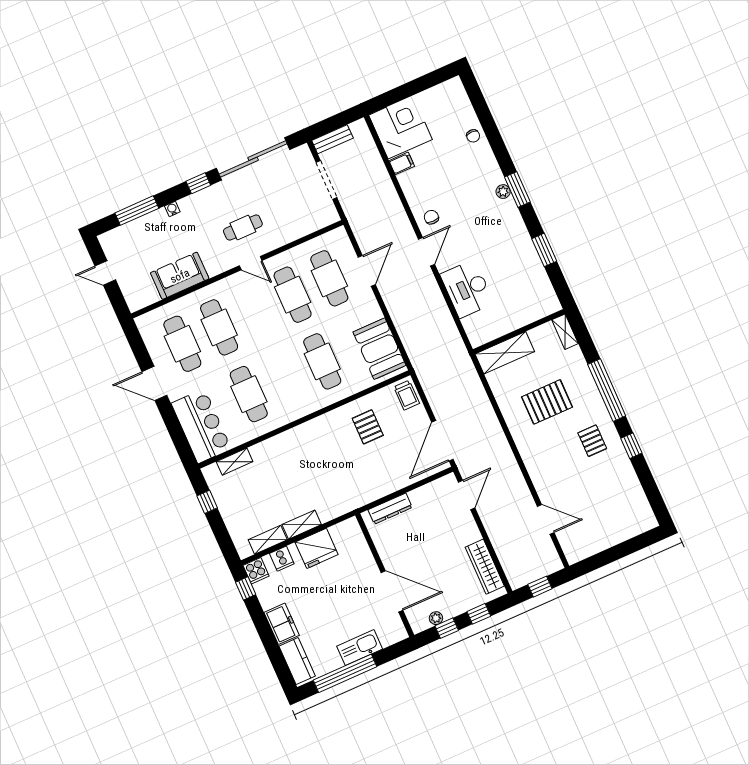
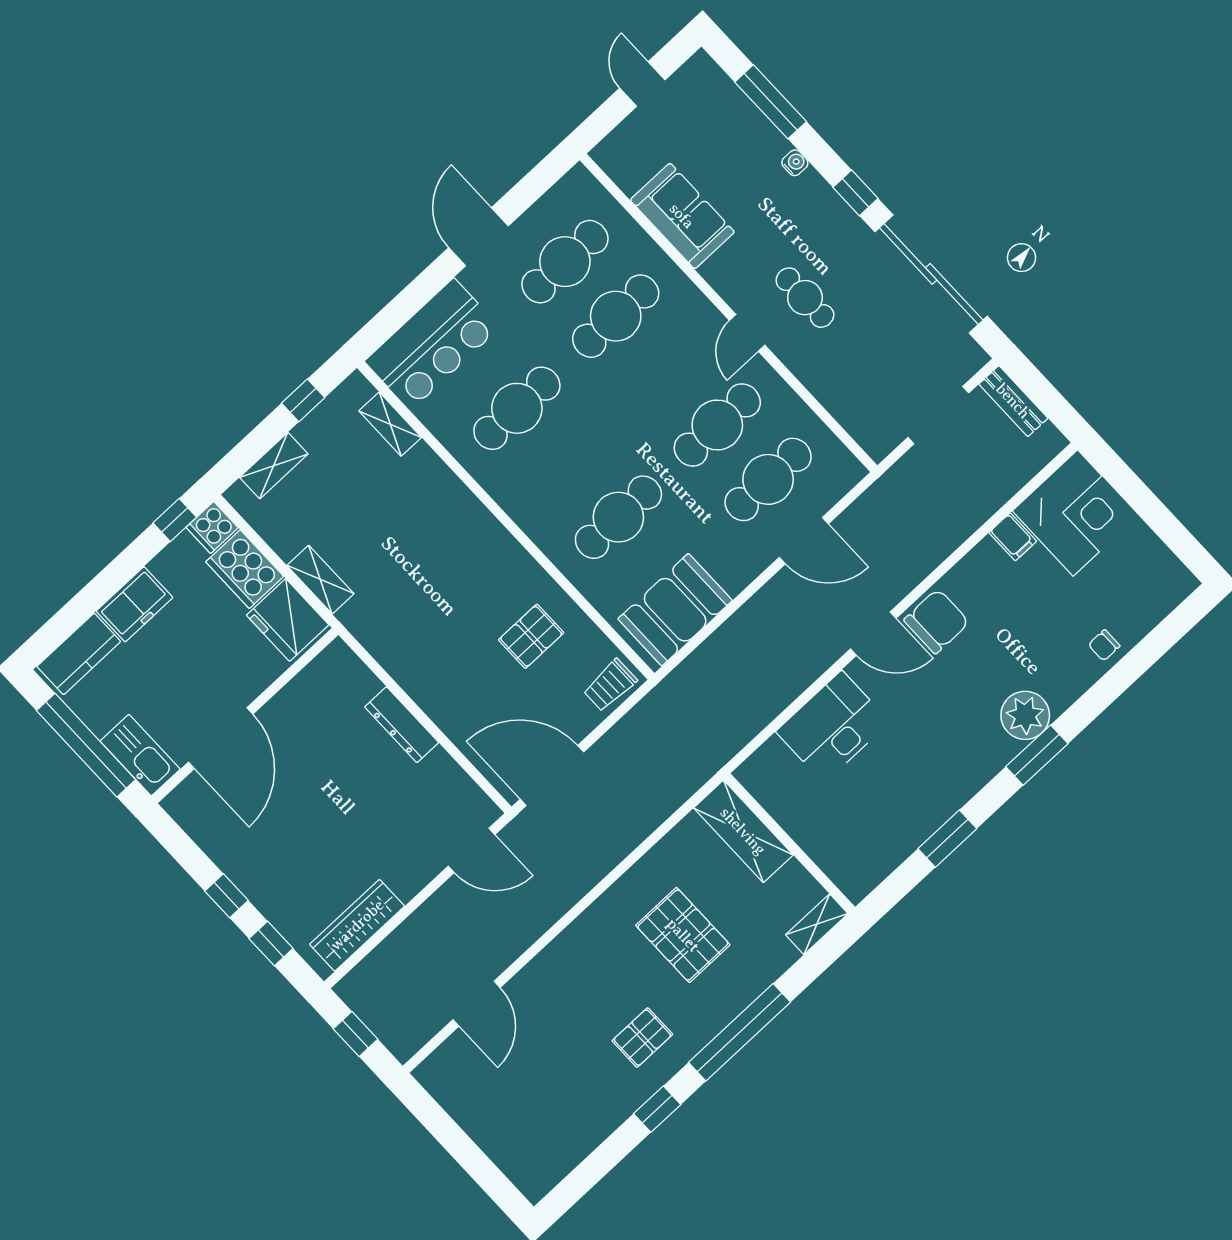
plant: (503, 192) -> (1025, 715), width x1.87, depth x1.87
chair: (431, 217) -> (937, 621), width x1.87, depth x1.87
shelving: (268, 540) -> (274, 466), moved, turned 90
cooker: (282, 559) -> (245, 569), width x1.87, depth x1.31
wall: (385, 575) -> (245, 716), moved
door: (392, 591) -> (221, 738), moved
plant: (436, 618) -> (238, 871), removed

